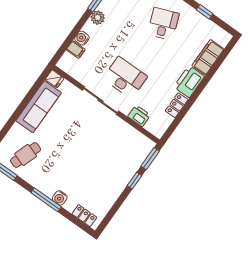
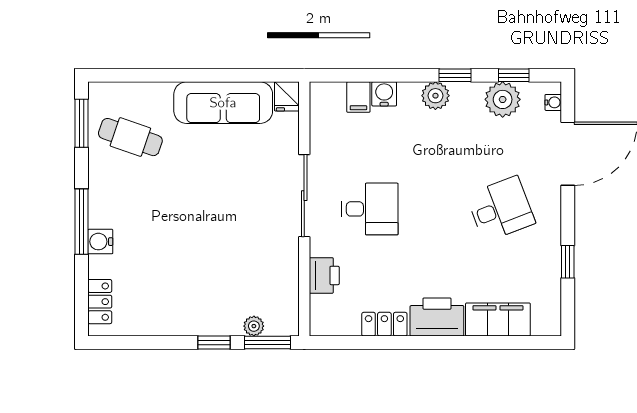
desk: (125, 78) -> (370, 209), width x0.73
plant: (139, 159) -> (254, 326), added

